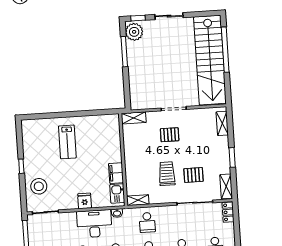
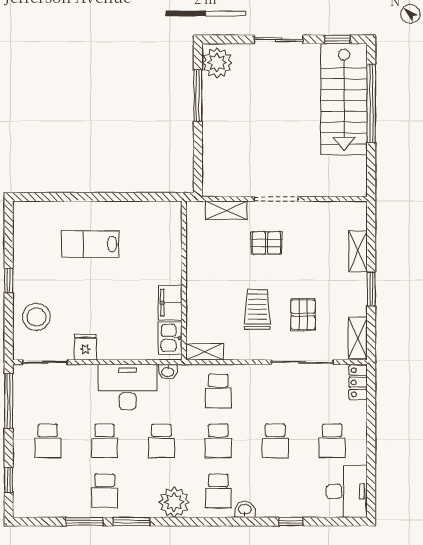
window: (138, 18) -> (337, 39), moved
stairs: (210, 60) -> (344, 99), width x0.73
shelving: (134, 118) -> (226, 210), moved
shelving: (222, 123) -> (358, 251), moved
lab bench: (67, 142) -> (90, 244), turned 90
pallet: (194, 175) -> (303, 315), turned 90
fridge: (85, 201) -> (85, 347), moved

